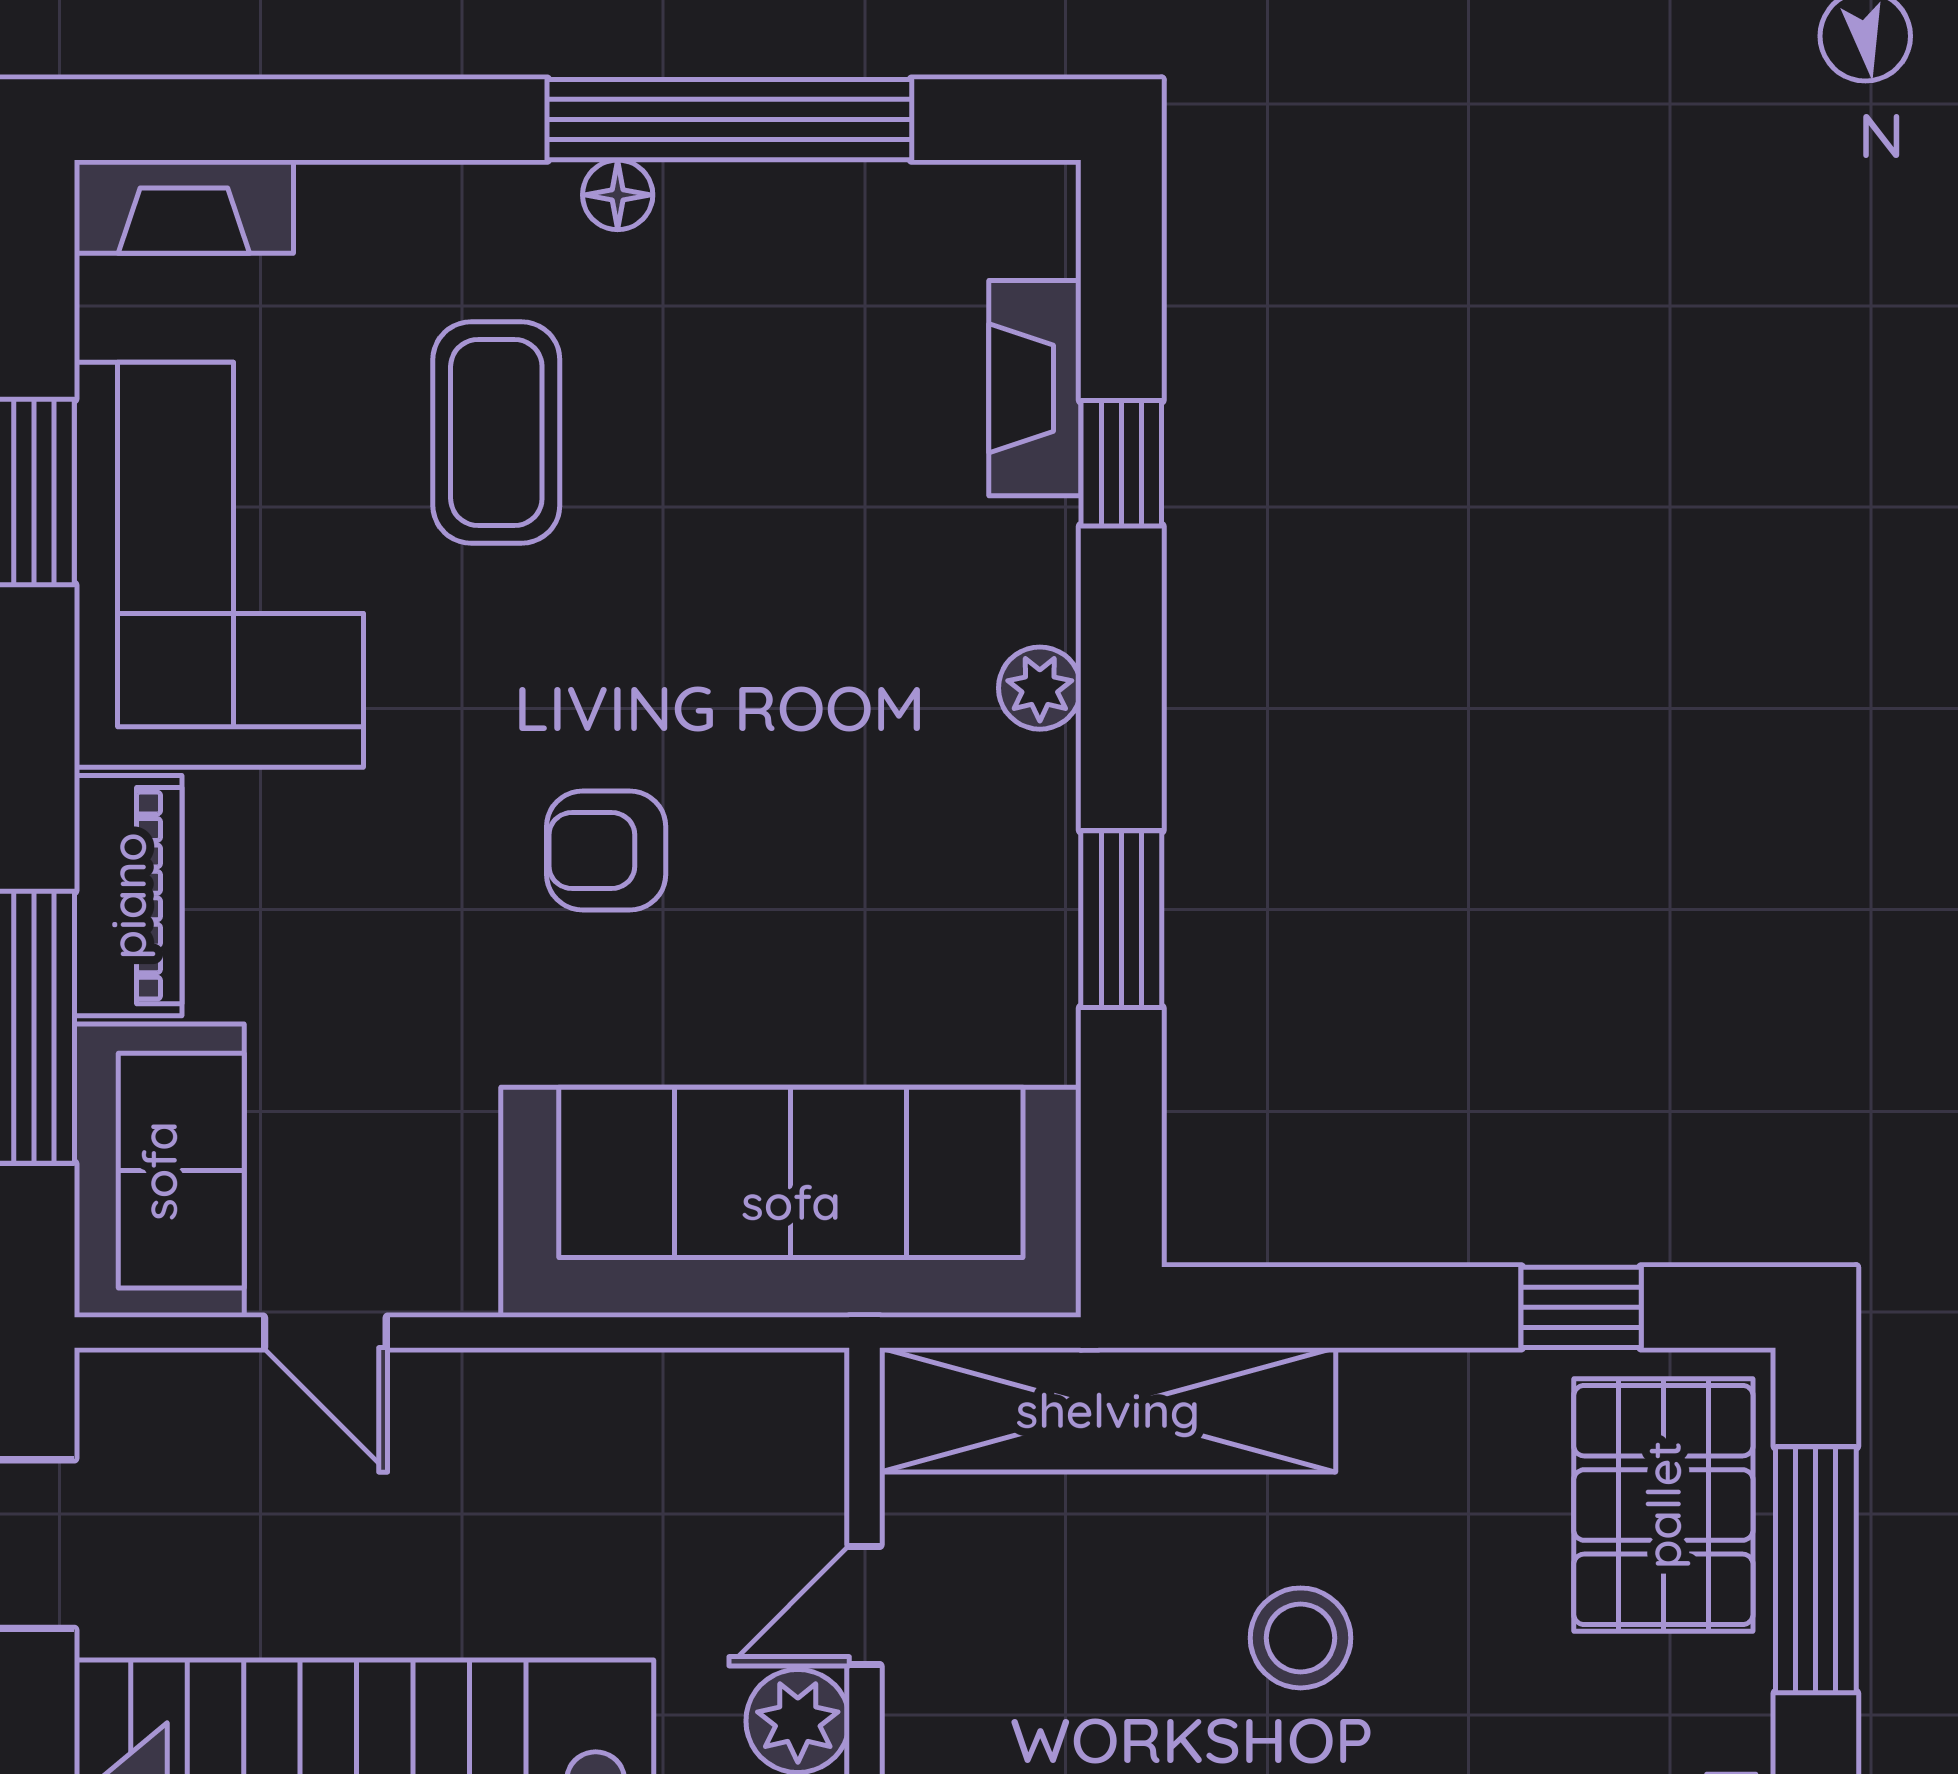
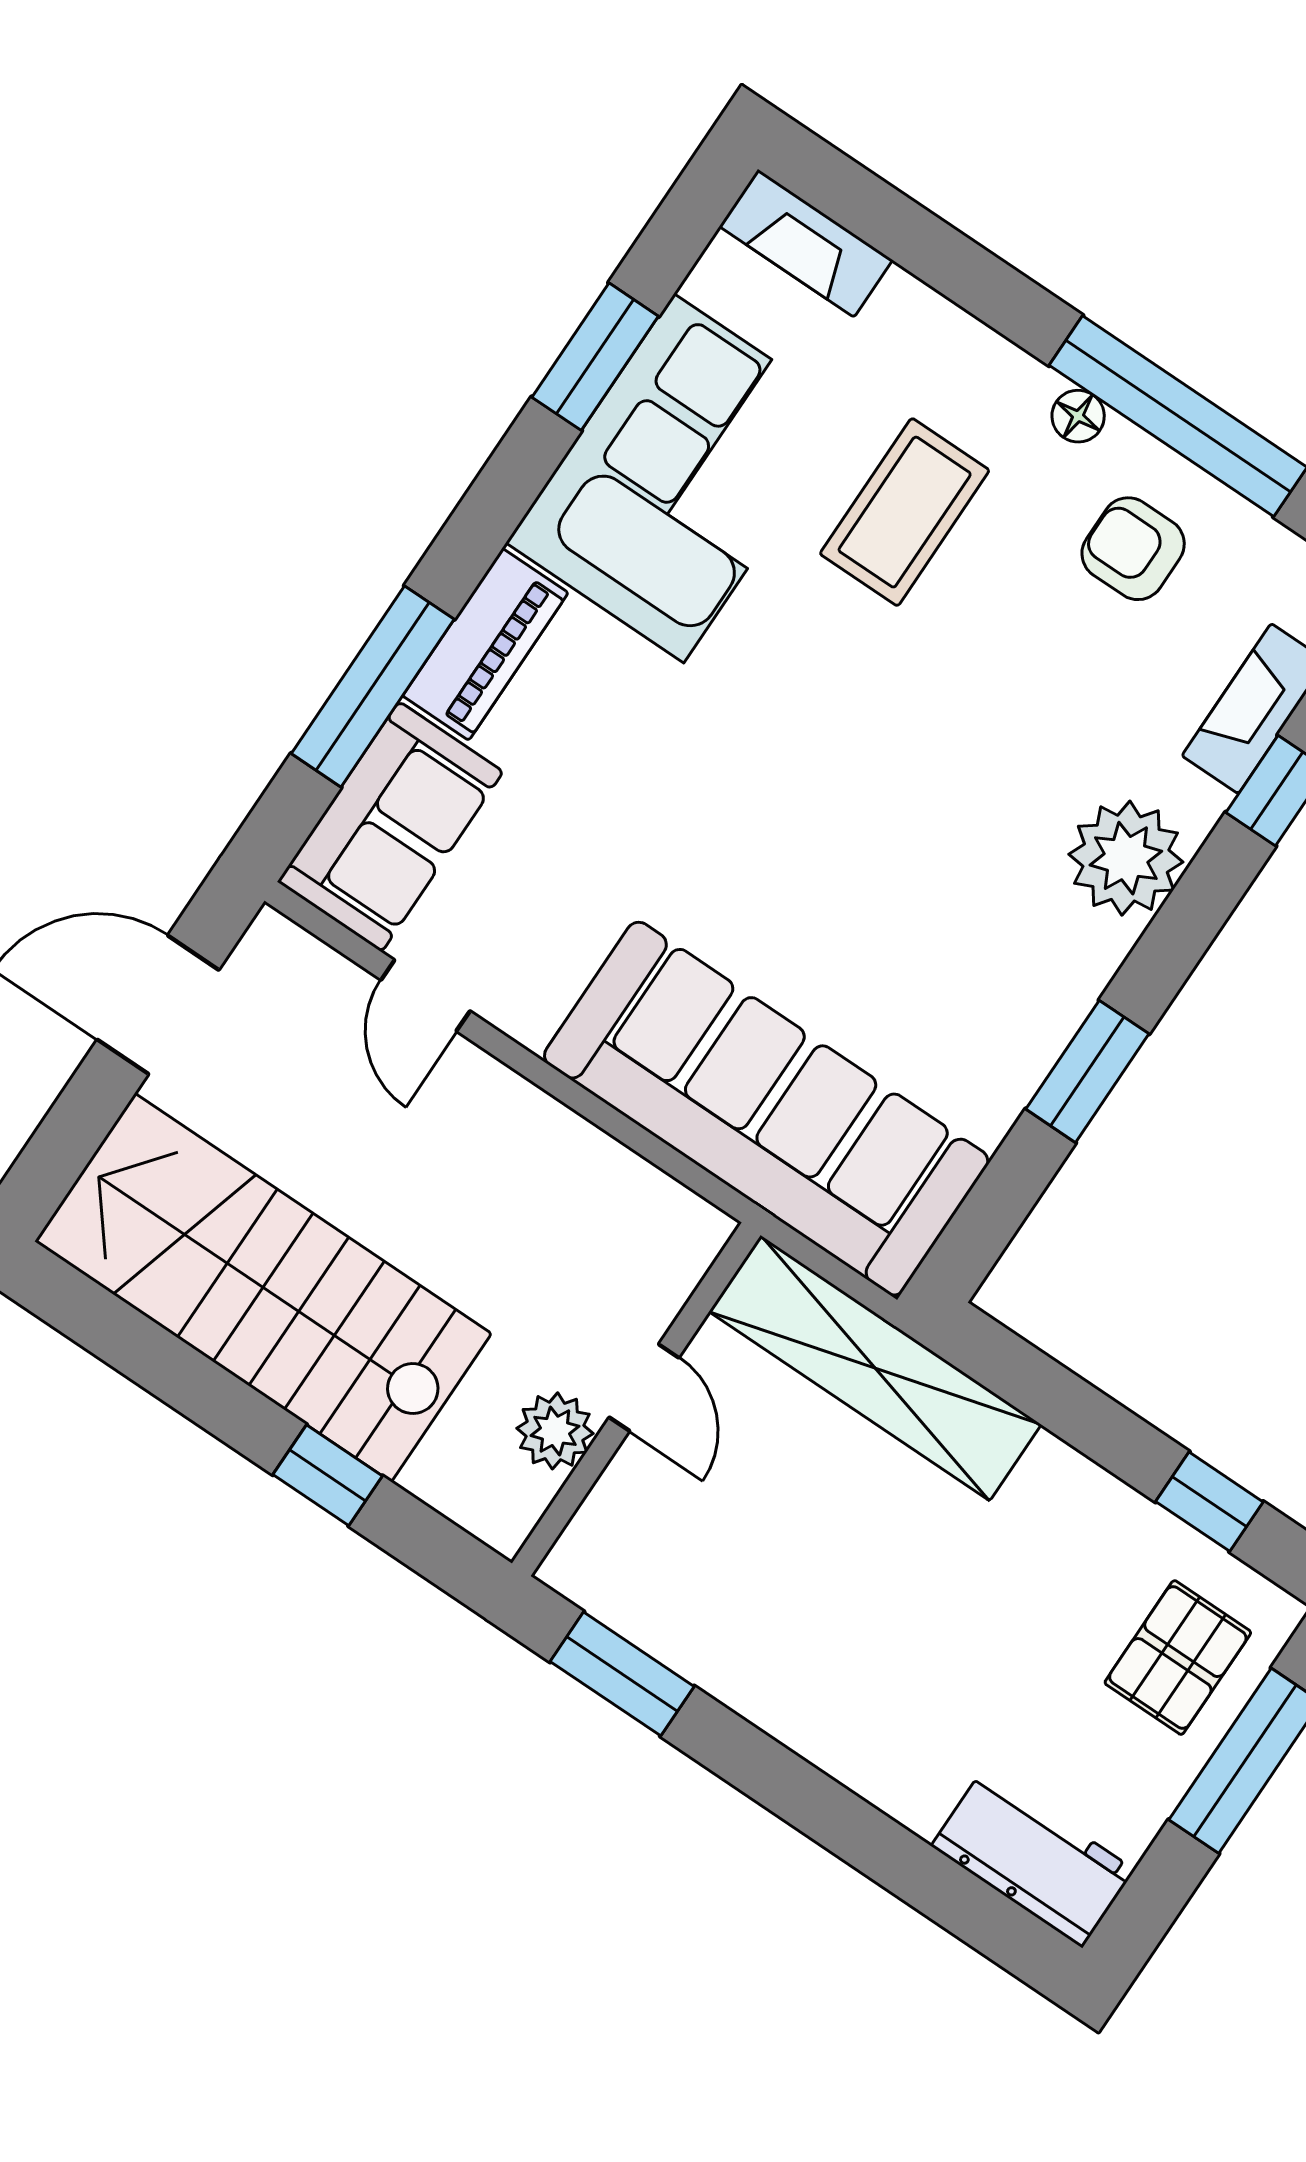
plant: (1040, 688) -> (1126, 858), width x1.87, depth x1.87
armchair: (606, 850) -> (1133, 549), moved
pallet: (1663, 1505) -> (1178, 1658), width x0.67, depth x0.71
door: (865, 1605) -> (644, 1387), swing flipped
stool: (1301, 1638) -> (899, 1589), removed

